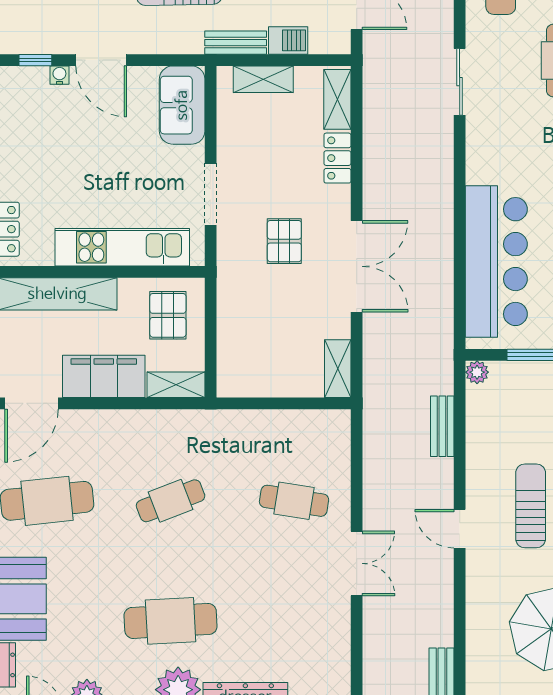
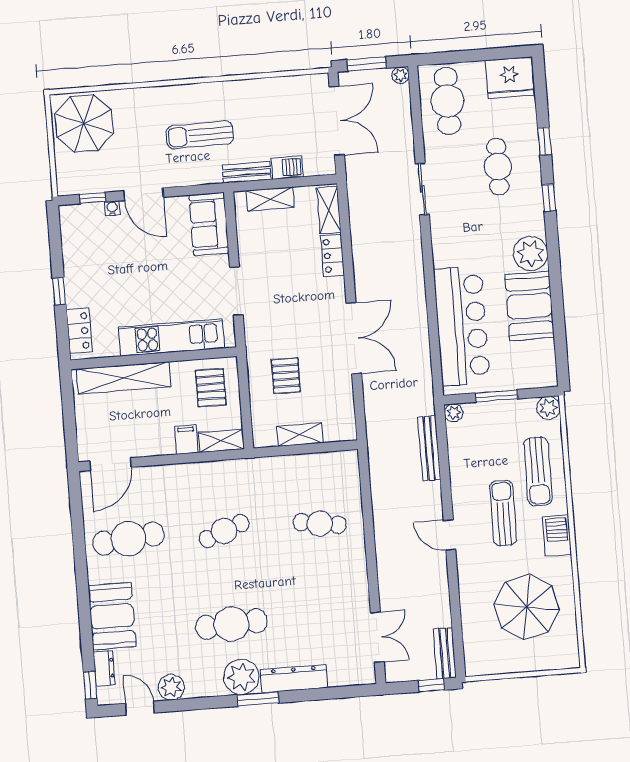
pallet: (284, 241) -> (286, 376), moved
shelving: (338, 369) -> (300, 435), moved, turned 90
filing cabinet: (104, 376) -> (186, 439), width x0.33, depth x0.86
bench: (442, 426) -> (429, 448), width x1.36
double door: (357, 563) -> (377, 637), moved

